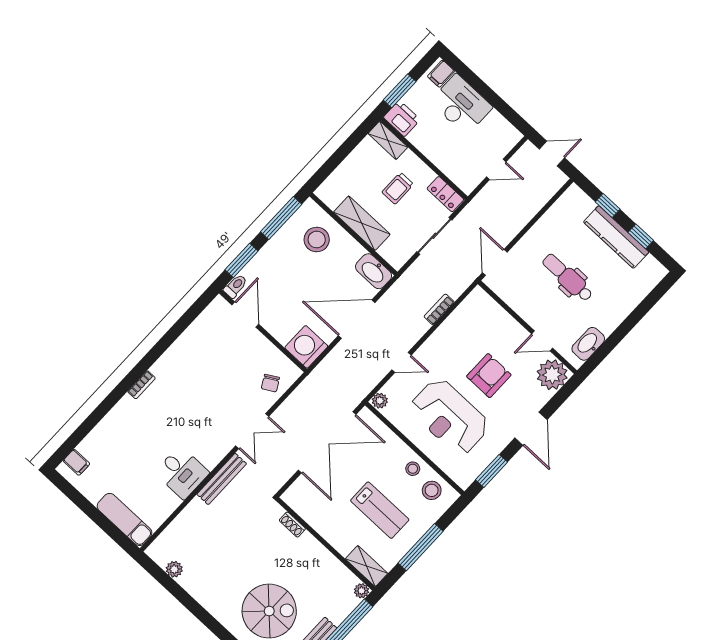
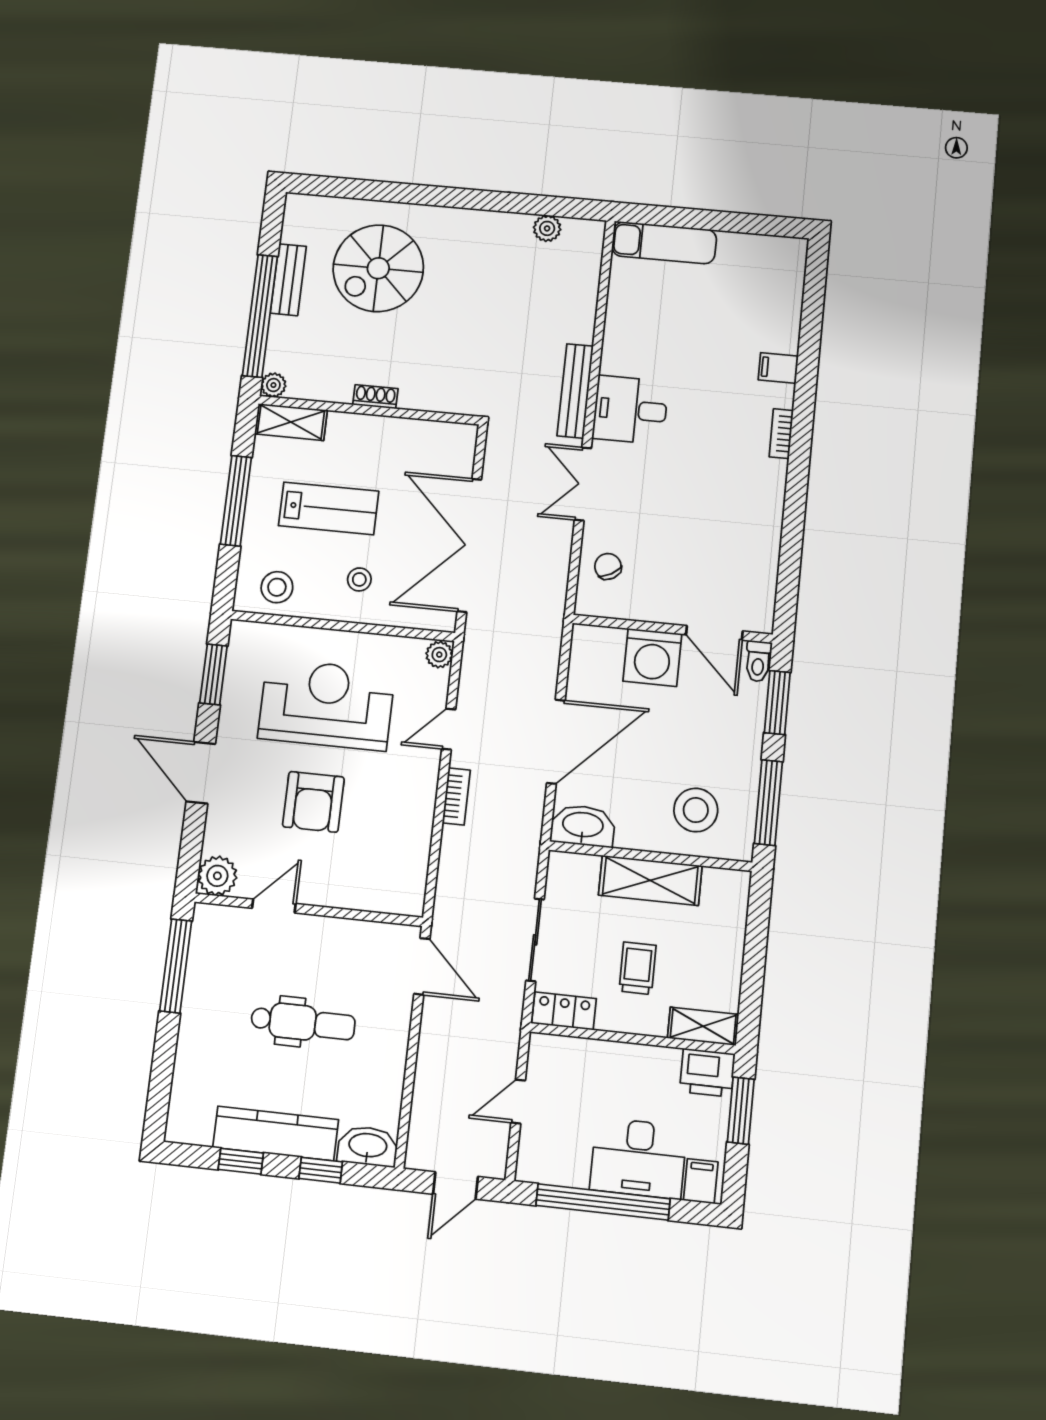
window: (491, 97) -> (603, 1202), added
bookcase: (439, 309) -> (456, 796), moved
washbasin: (588, 344) -> (368, 1146), moved, turned -90
washing machine: (306, 347) -> (652, 657), moved, turned 90
window: (607, 347) -> (176, 966), added
plant: (552, 375) -> (217, 876), width x0.73, depth x0.73
filing cabinet: (76, 462) -> (778, 368), moved
stool: (413, 469) -> (359, 579), moved
desk: (182, 473) -> (630, 410), moved
lab bench: (380, 510) -> (329, 508), turned 180
shoe rack: (292, 525) -> (375, 397), moved

